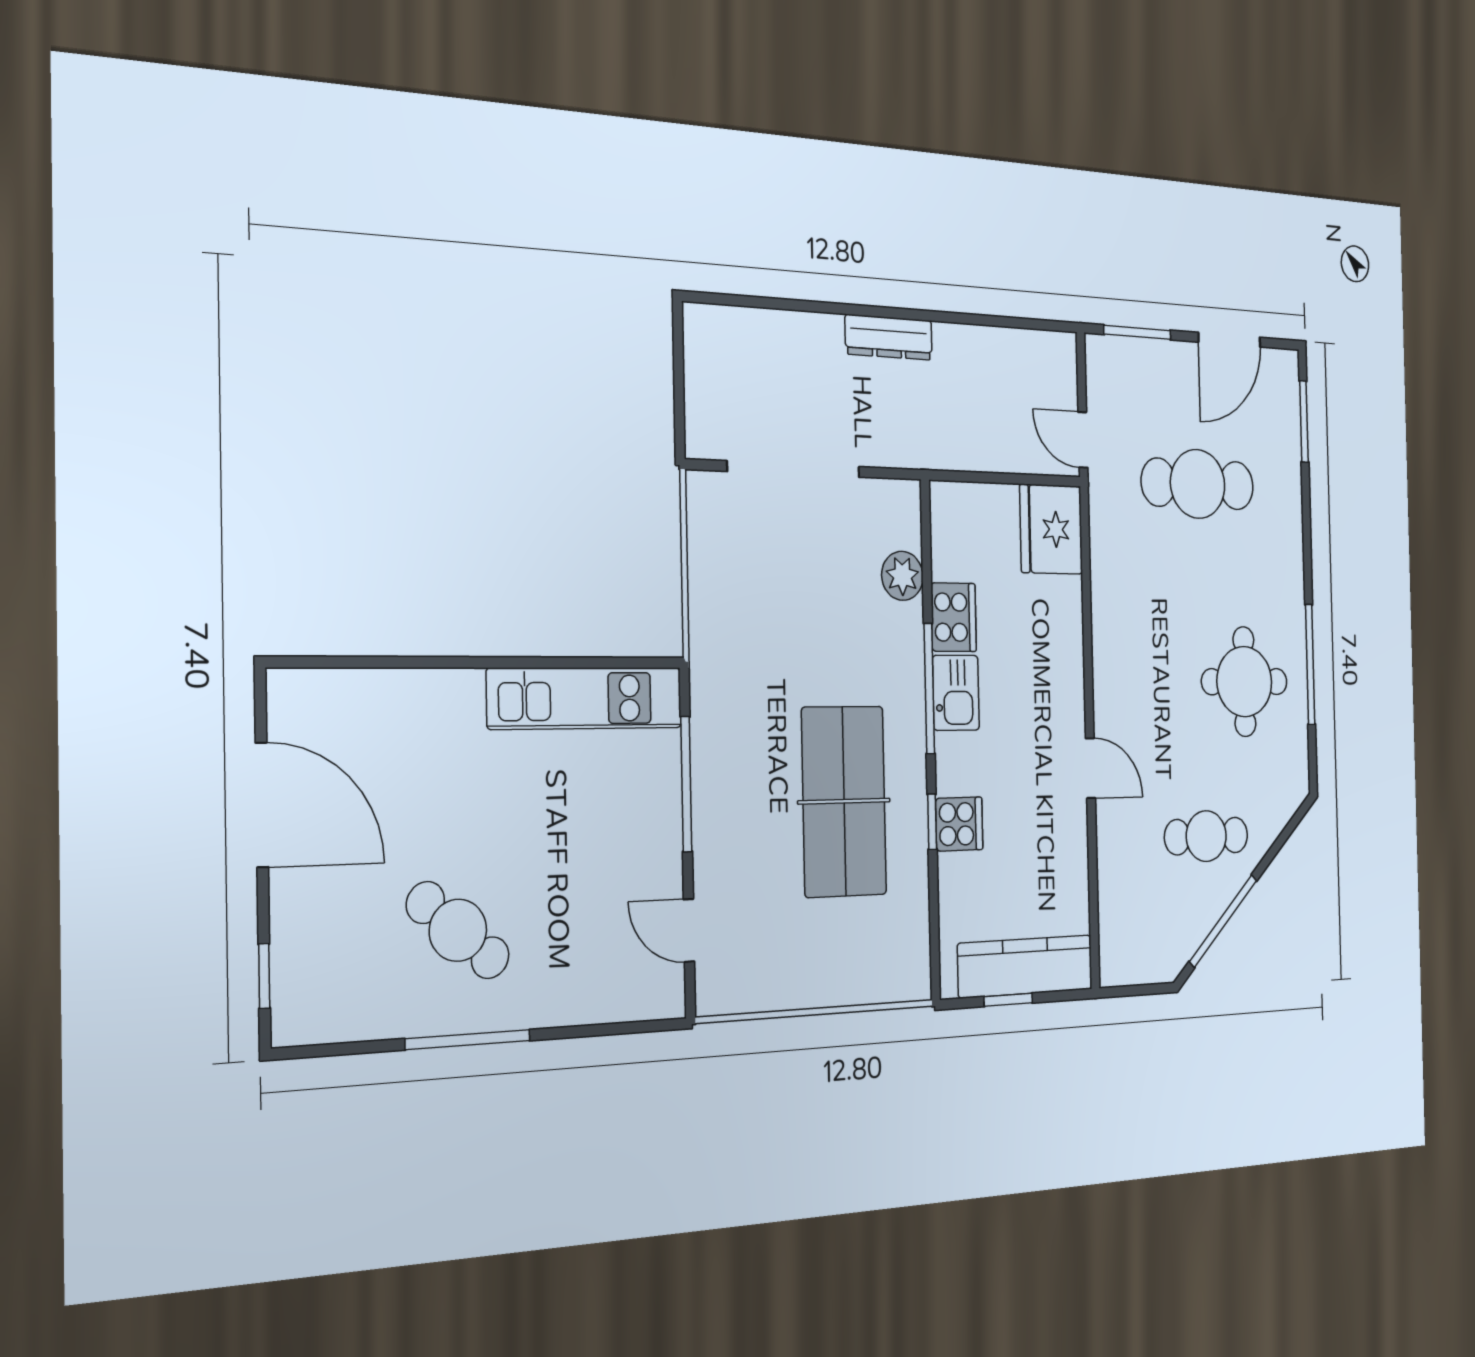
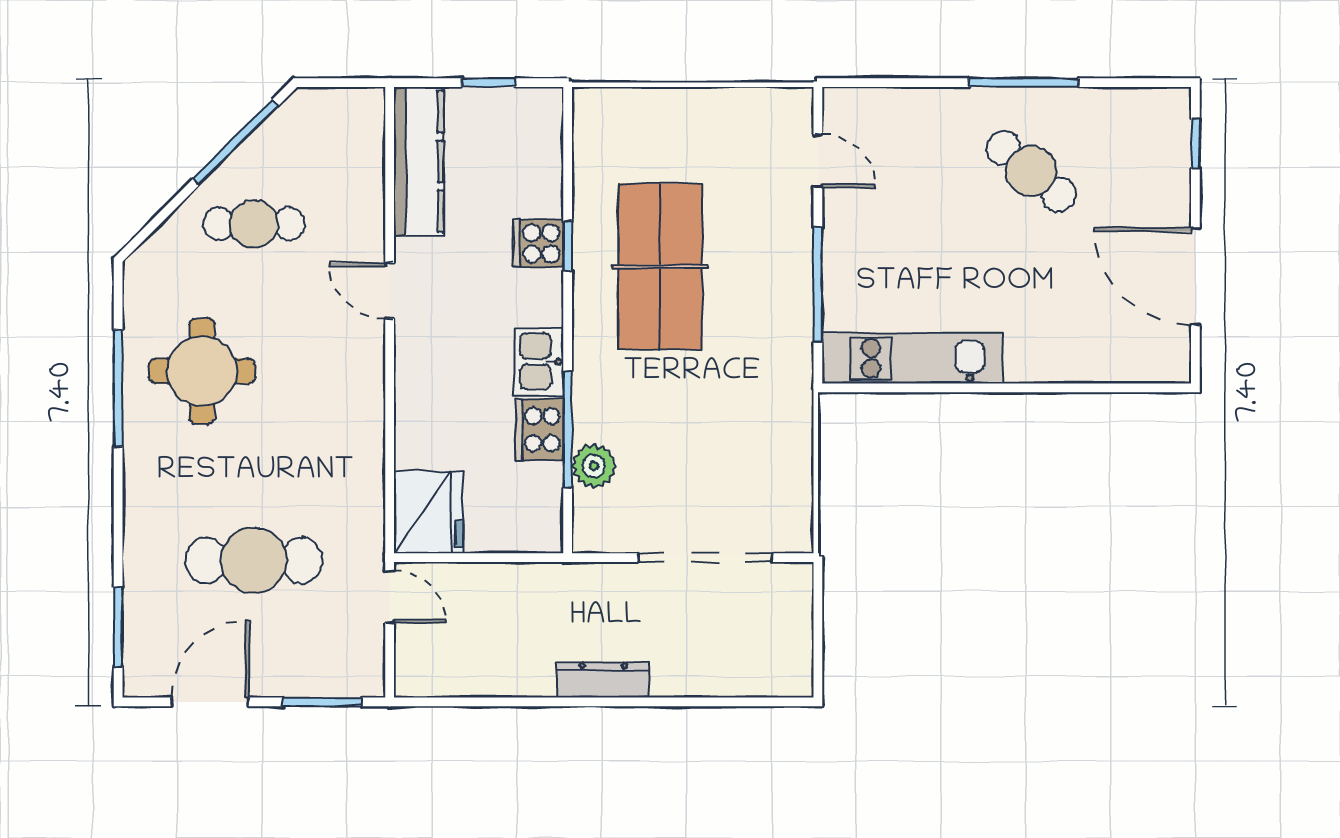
window: (929, 689) -> (568, 429), moved
kitchen counter: (1026, 966) -> (419, 162), moved, turned -90

